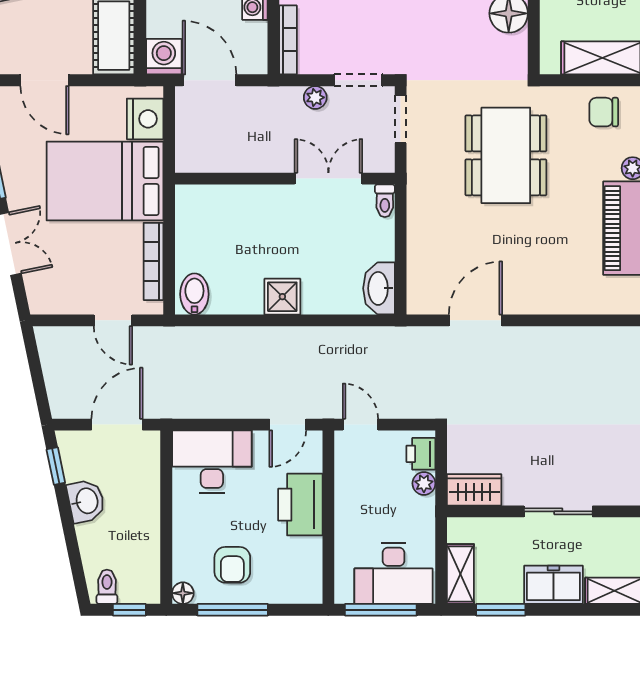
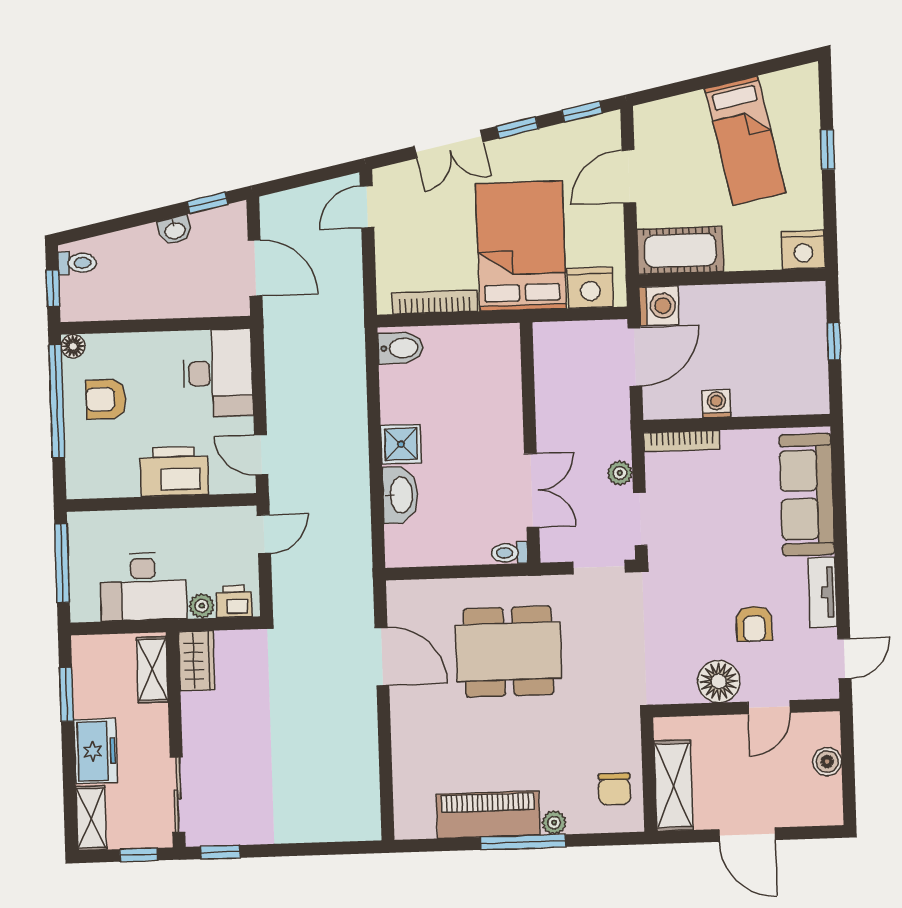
chair: (604, 112) -> (614, 789), turned 180
dining table: (506, 155) -> (509, 652), moved
washbasin: (379, 288) -> (400, 495), moved, turned 90
door: (113, 320) -> (367, 207), moved
washbasin: (86, 501) -> (175, 230), width x0.72, depth x0.69
sliding door: (558, 511) -> (177, 795), moved
desk: (393, 573) -> (143, 587), moved, turned -90
shelving: (460, 574) -> (152, 670), moved, turned 90
window: (233, 610) -> (57, 401), width x1.46

